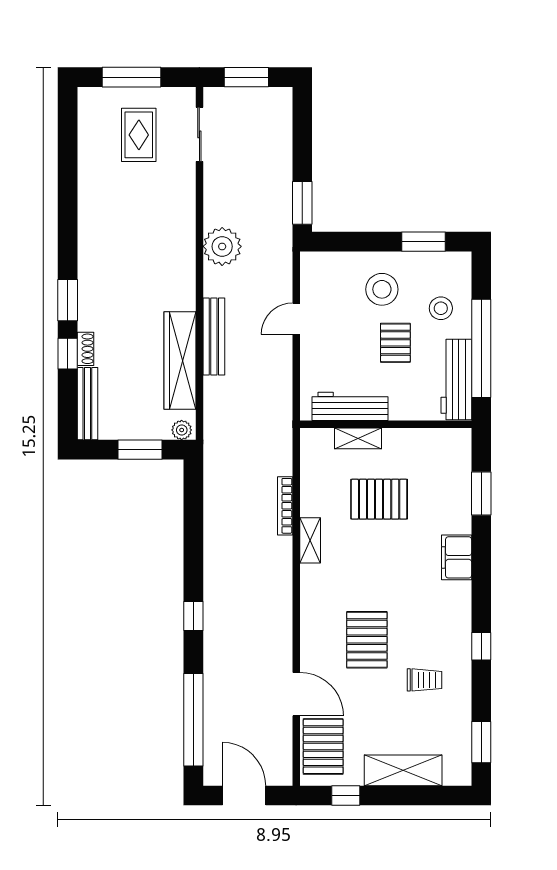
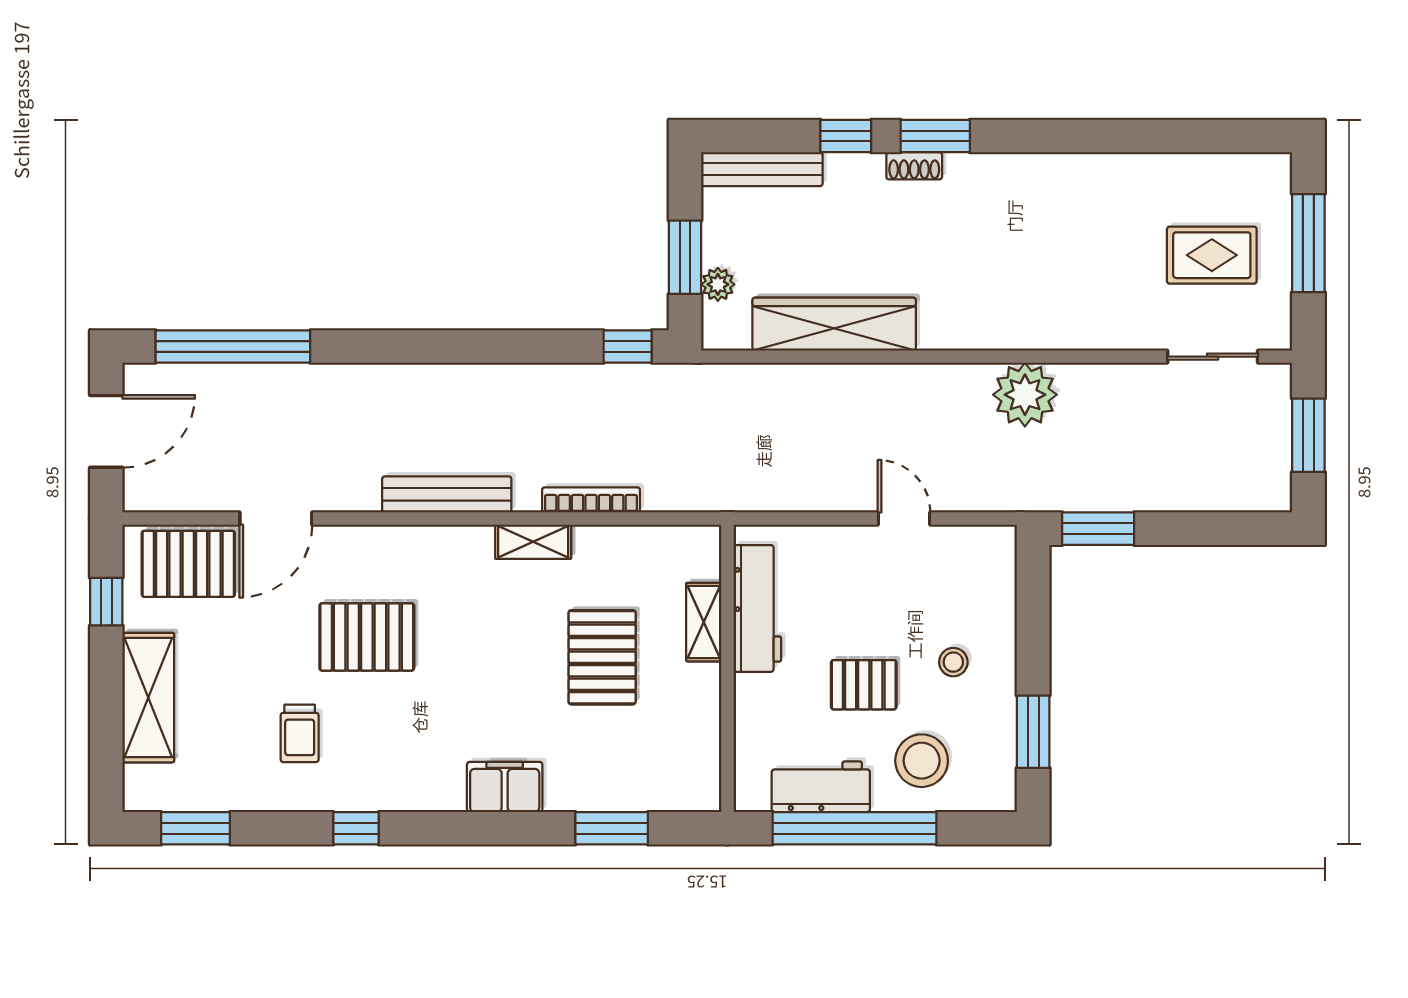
stool: (382, 289) -> (953, 662), width x0.53, depth x0.53
stool: (441, 308) -> (922, 761), width x1.38, depth x1.38
bench: (214, 337) -> (447, 494), moved
shoe rack: (85, 349) -> (914, 166), moved
workbench: (456, 379) -> (821, 787), width x0.73
plant: (182, 430) -> (718, 284), moved
window: (193, 616) -> (628, 347), moved

